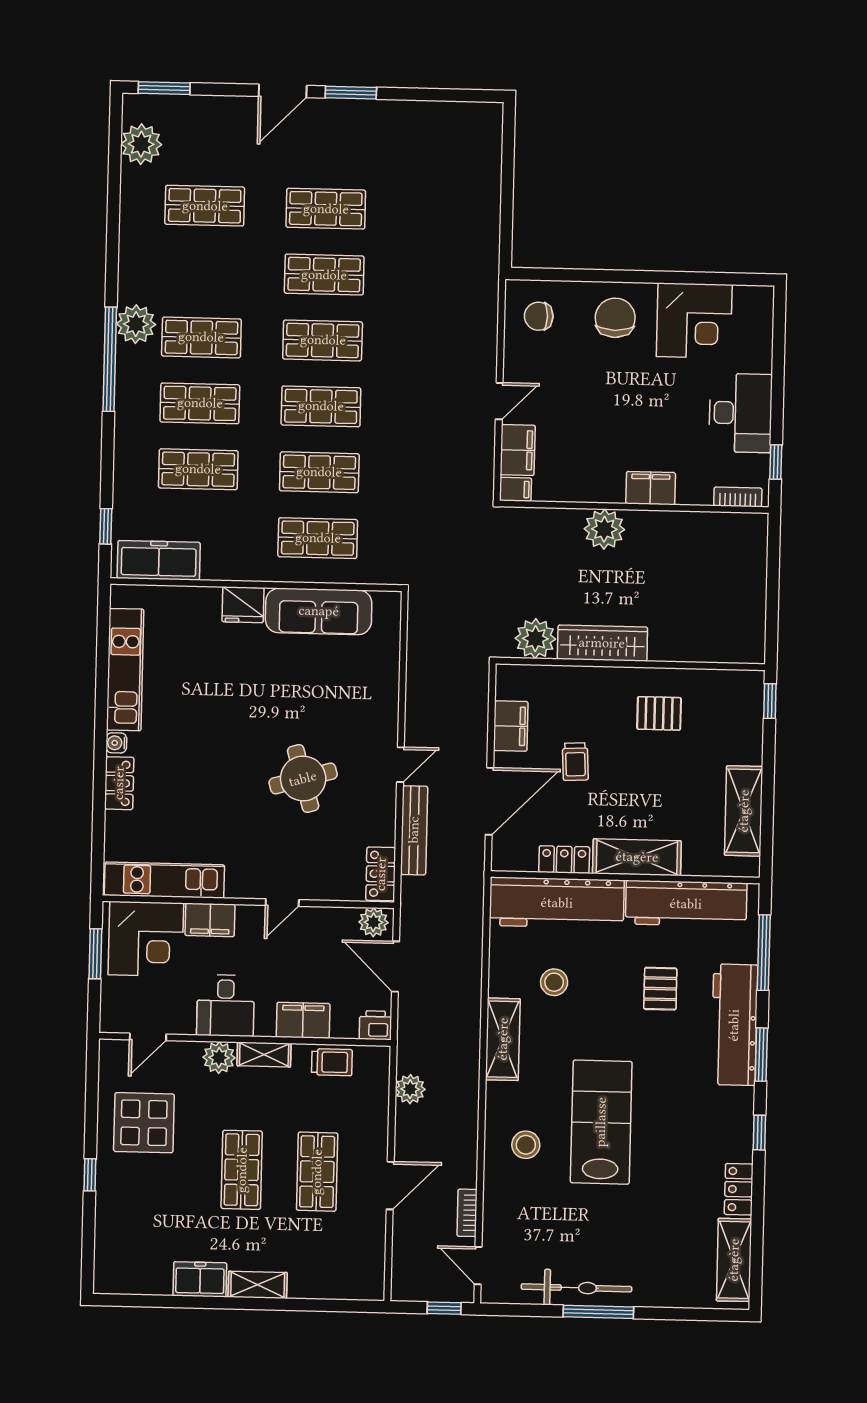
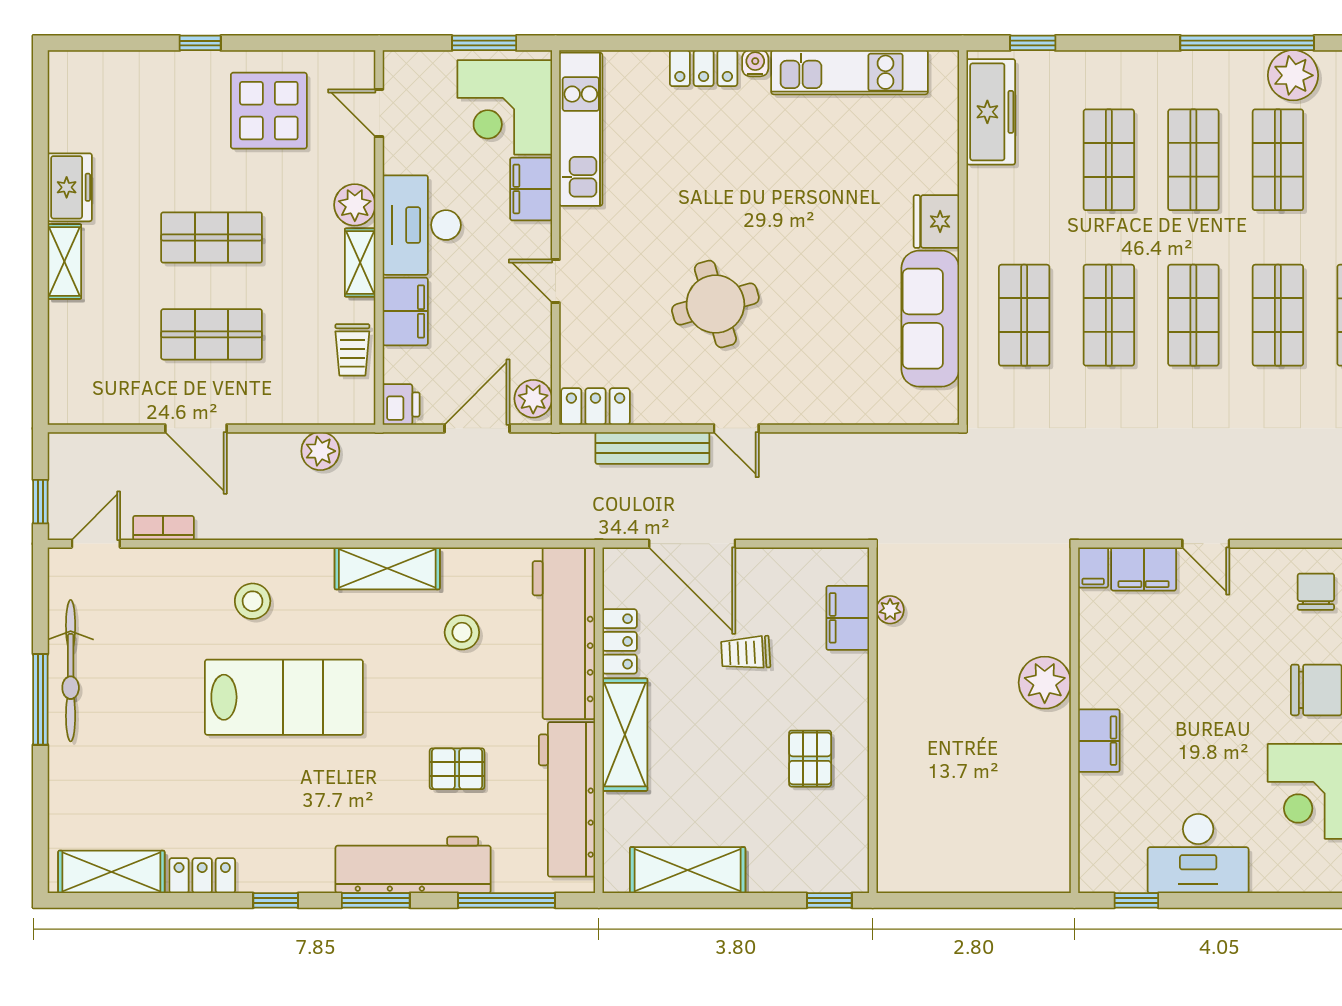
bookcase: (738, 497) -> (1090, 853), removed
plant: (535, 639) -> (890, 610), width x0.53, depth x0.53
wardrobe: (602, 643) -> (898, 684), removed
filing cabinet: (511, 726) -> (848, 618), moved, turned 90
desk: (225, 1006) -> (422, 225), width x1.37

